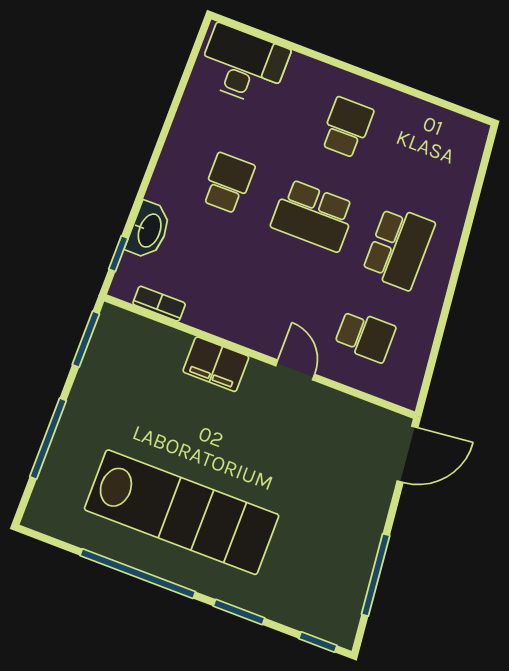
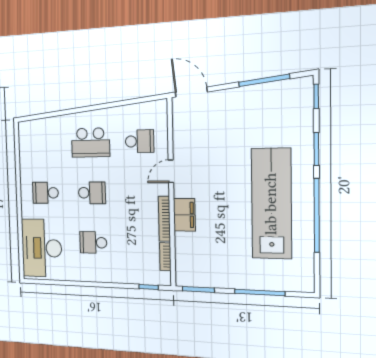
desk: (243, 65) -> (42, 248), width x1.36, depth x1.30
school desk: (313, 215) -> (92, 193), width x0.54
washbasin: (149, 230) -> (131, 275), removed
school desk: (399, 248) -> (90, 143), turned 180
bookcase: (222, 327) -> (164, 219), added
school desk: (365, 336) -> (140, 141), turned 90

